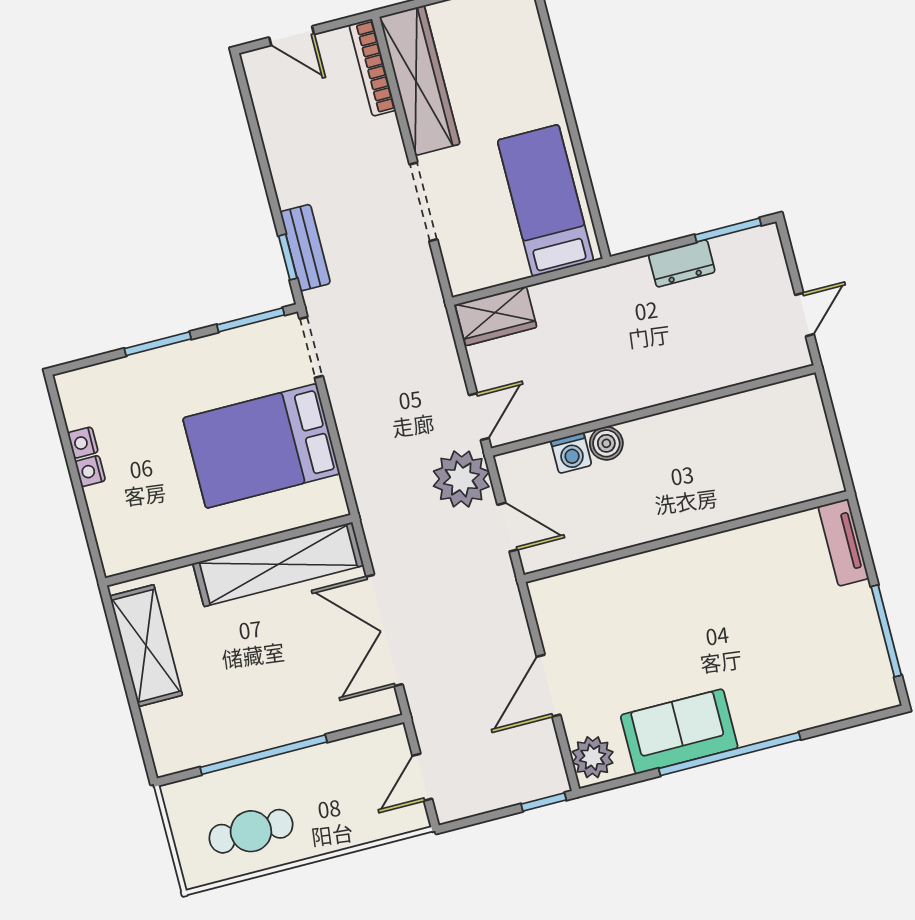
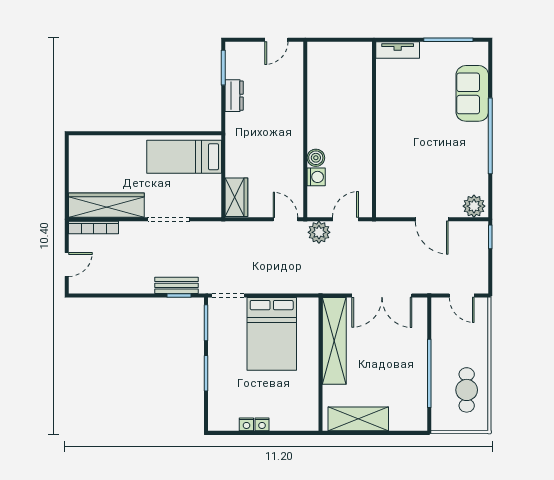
door: (805, 315) -> (276, 40), swing flipped
plant: (461, 479) -> (319, 232), width x0.73, depth x0.73
sofa: (679, 732) -> (472, 93), moved

